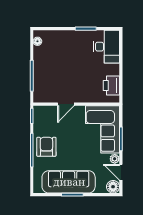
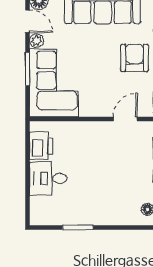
desk: (106, 47) -> (48, 178), moved, width x0.73
door: (66, 104) -> (125, 119), moved
armchair: (46, 147) -> (134, 58), turned 180

